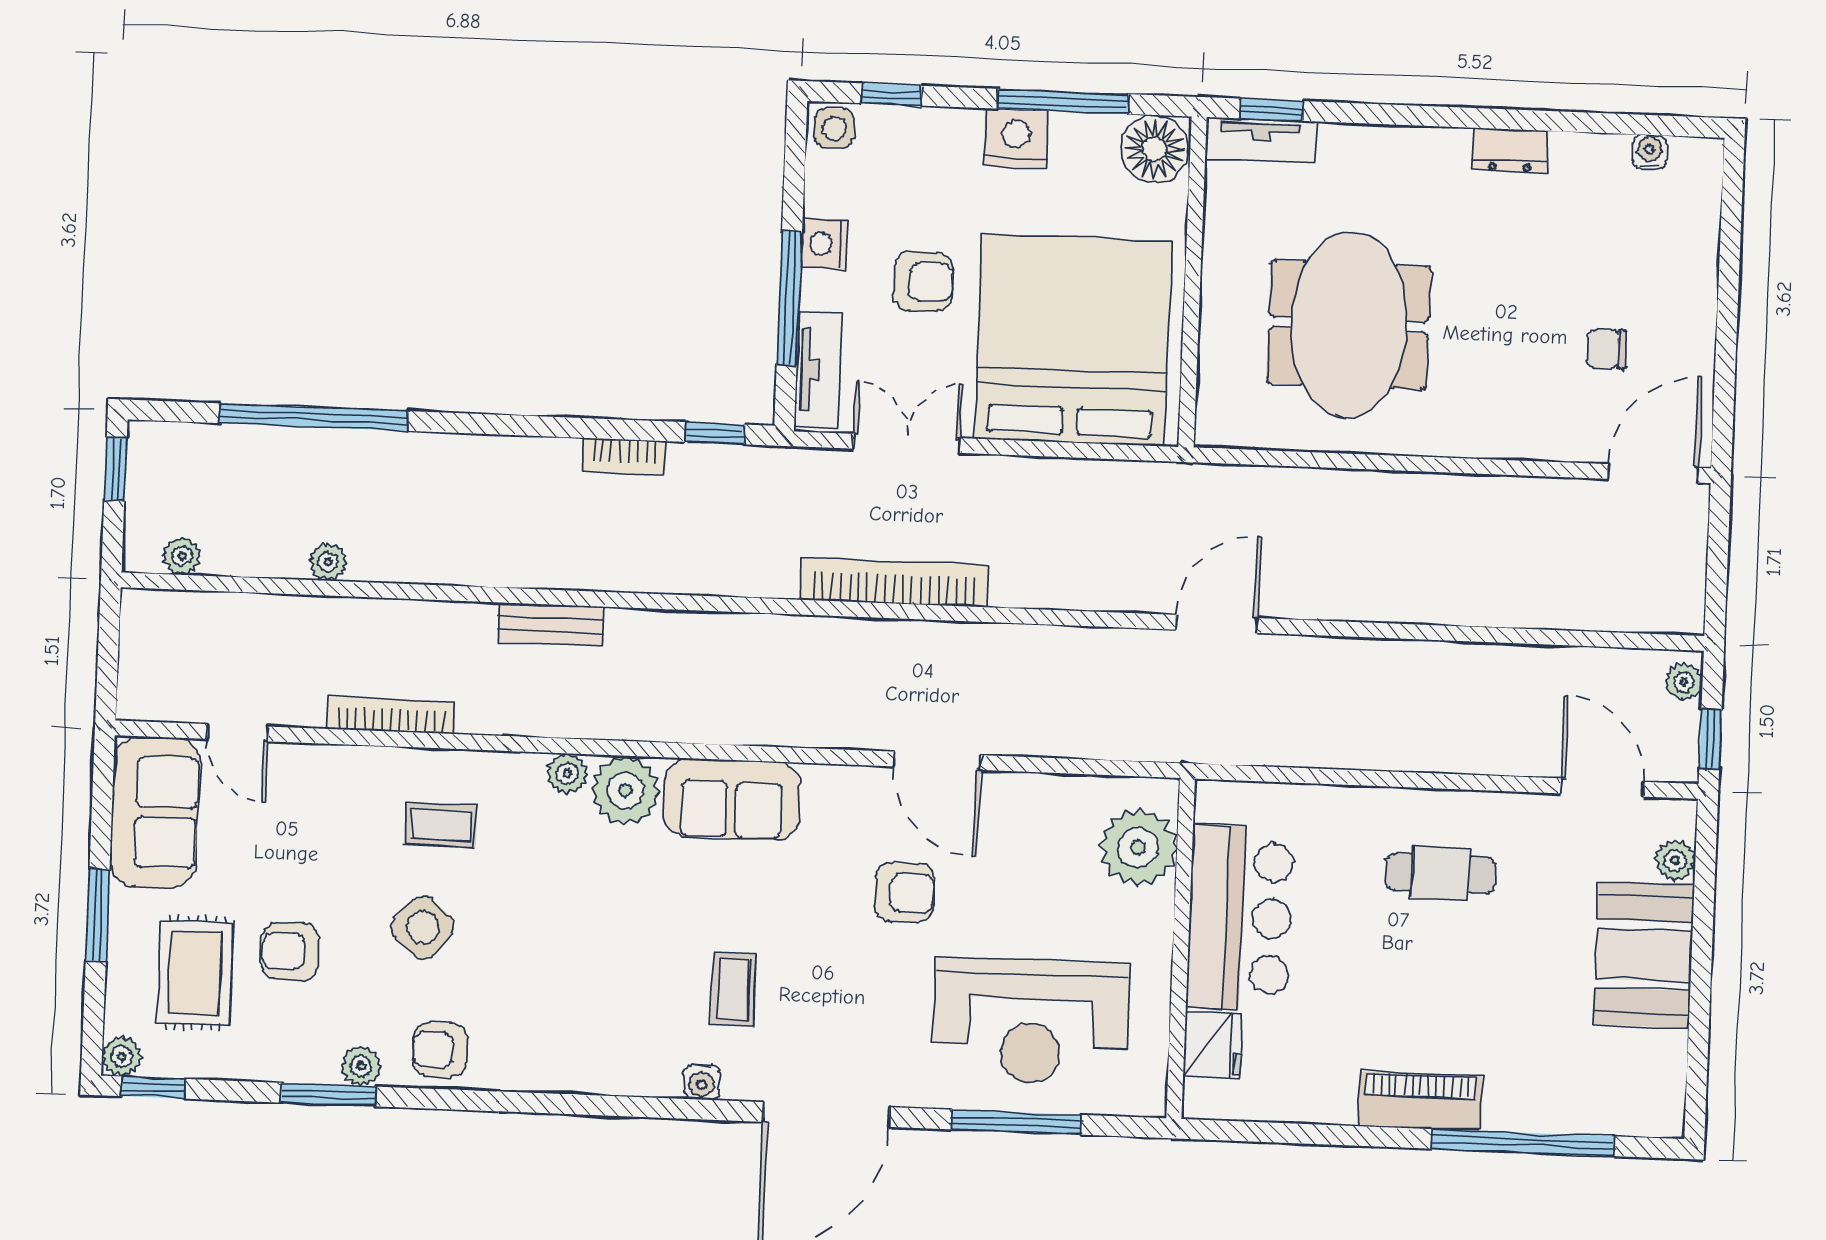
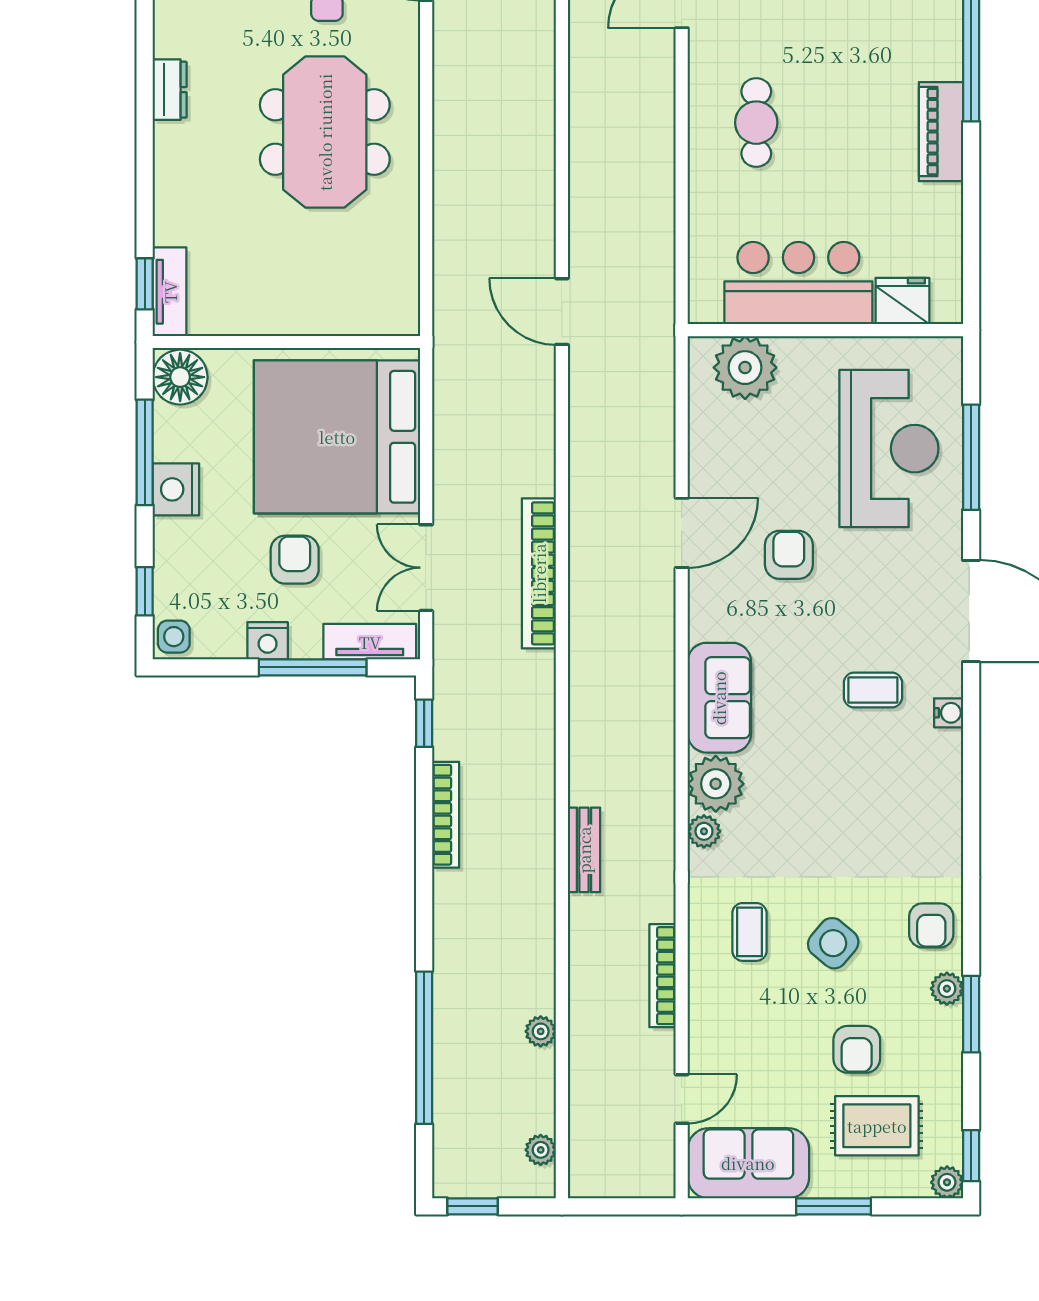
meeting table: (1349, 325) -> (325, 132), moved, turned 90
bookcase: (624, 456) -> (446, 815), width x1.56

